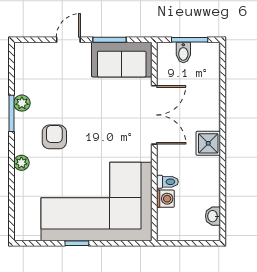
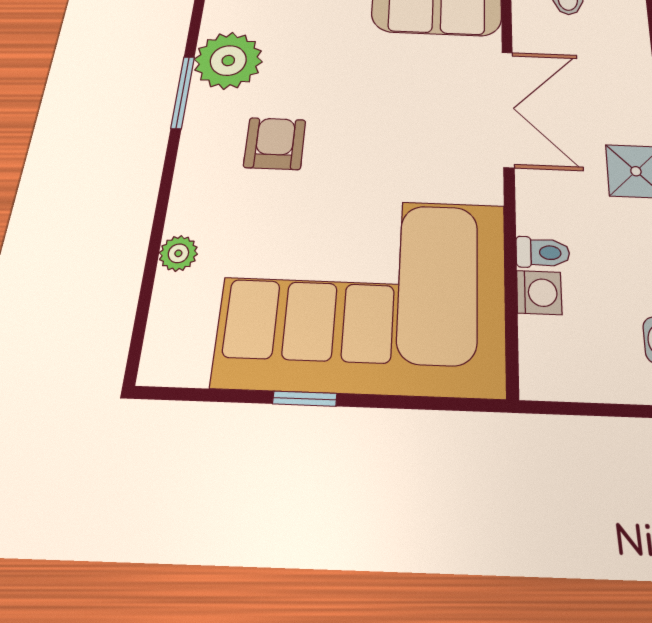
plant: (22, 103) -> (228, 60), width x1.88, depth x1.88
plant: (21, 163) -> (178, 253), moved

